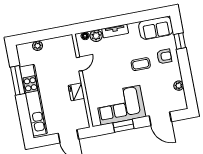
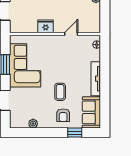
tv unit: (115, 31) -> (96, 79), width x1.41
plant: (96, 36) -> (95, 55), removed
door: (79, 64) -> (71, 34), swing flipped

